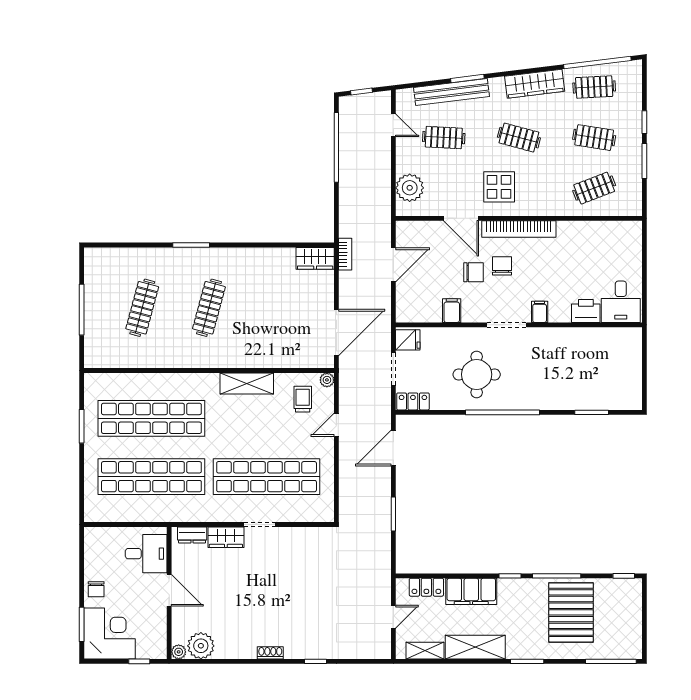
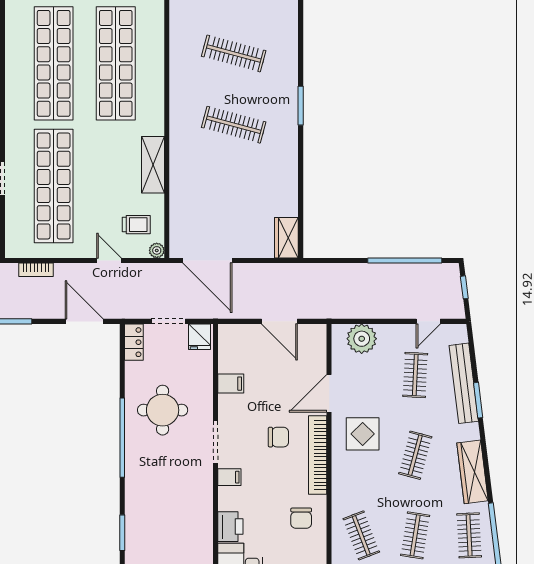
bookcase: (345, 254) -> (36, 270), moved
chair: (473, 272) -> (301, 518), moved

